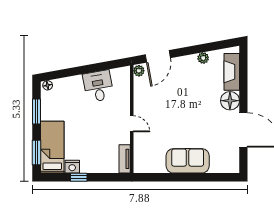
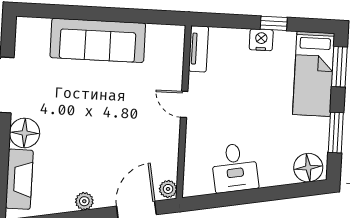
plant: (203, 58) -> (84, 201), moved
floor lamp: (48, 85) -> (308, 168), width x1.89, depth x1.89
sofa: (188, 161) -> (98, 40), width x1.36
nightstand: (72, 167) -> (261, 40), moved

